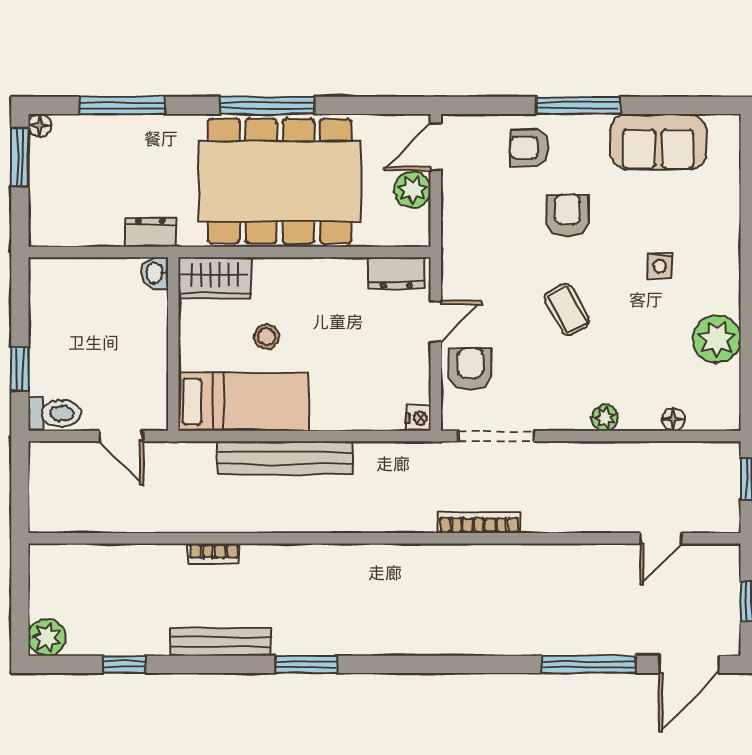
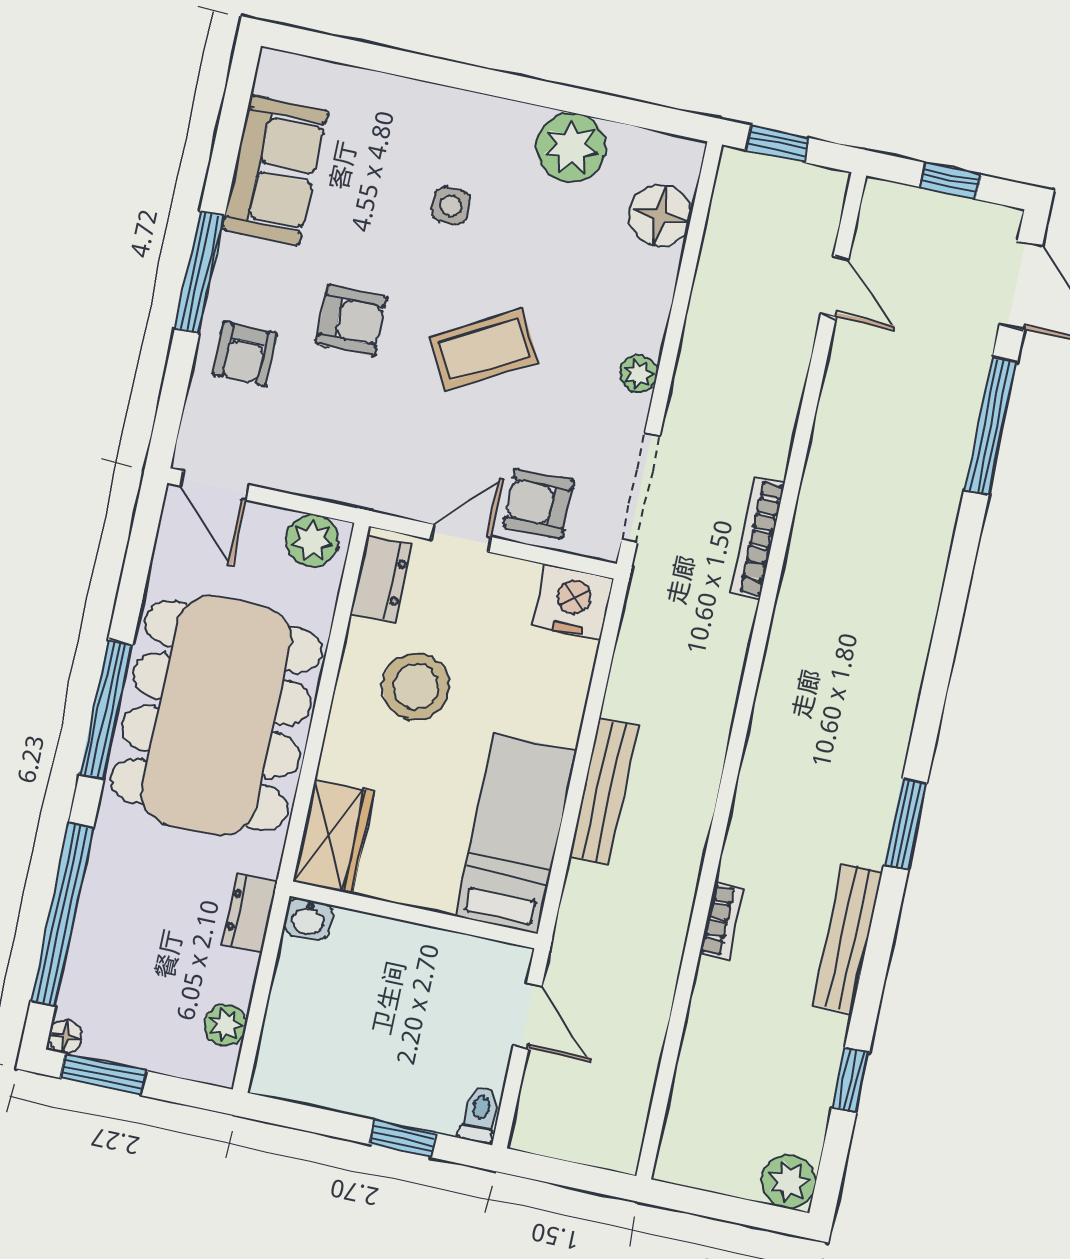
window: (122, 105) -> (62, 915), width x1.46
plant: (412, 190) -> (312, 541), moved
armchair: (567, 215) -> (352, 320), turned 180
plant: (71, 232) -> (225, 1025), added
coffee table: (567, 310) -> (484, 350), width x1.36, depth x1.30
door: (436, 321) -> (461, 538), hinge flipped
stool: (267, 337) -> (416, 687), moved, width x1.89, depth x1.89
toilet: (55, 414) -> (480, 1115), width x0.73, depth x0.72
nightstand: (418, 418) -> (573, 602), width x1.89, depth x1.79
plant: (605, 418) -> (638, 374), moved
floor lamp: (673, 420) -> (660, 215), width x1.89, depth x1.89
door: (121, 436) -> (528, 1016), hinge flipped
bench: (285, 458) -> (604, 791), width x0.73, depth x0.82

